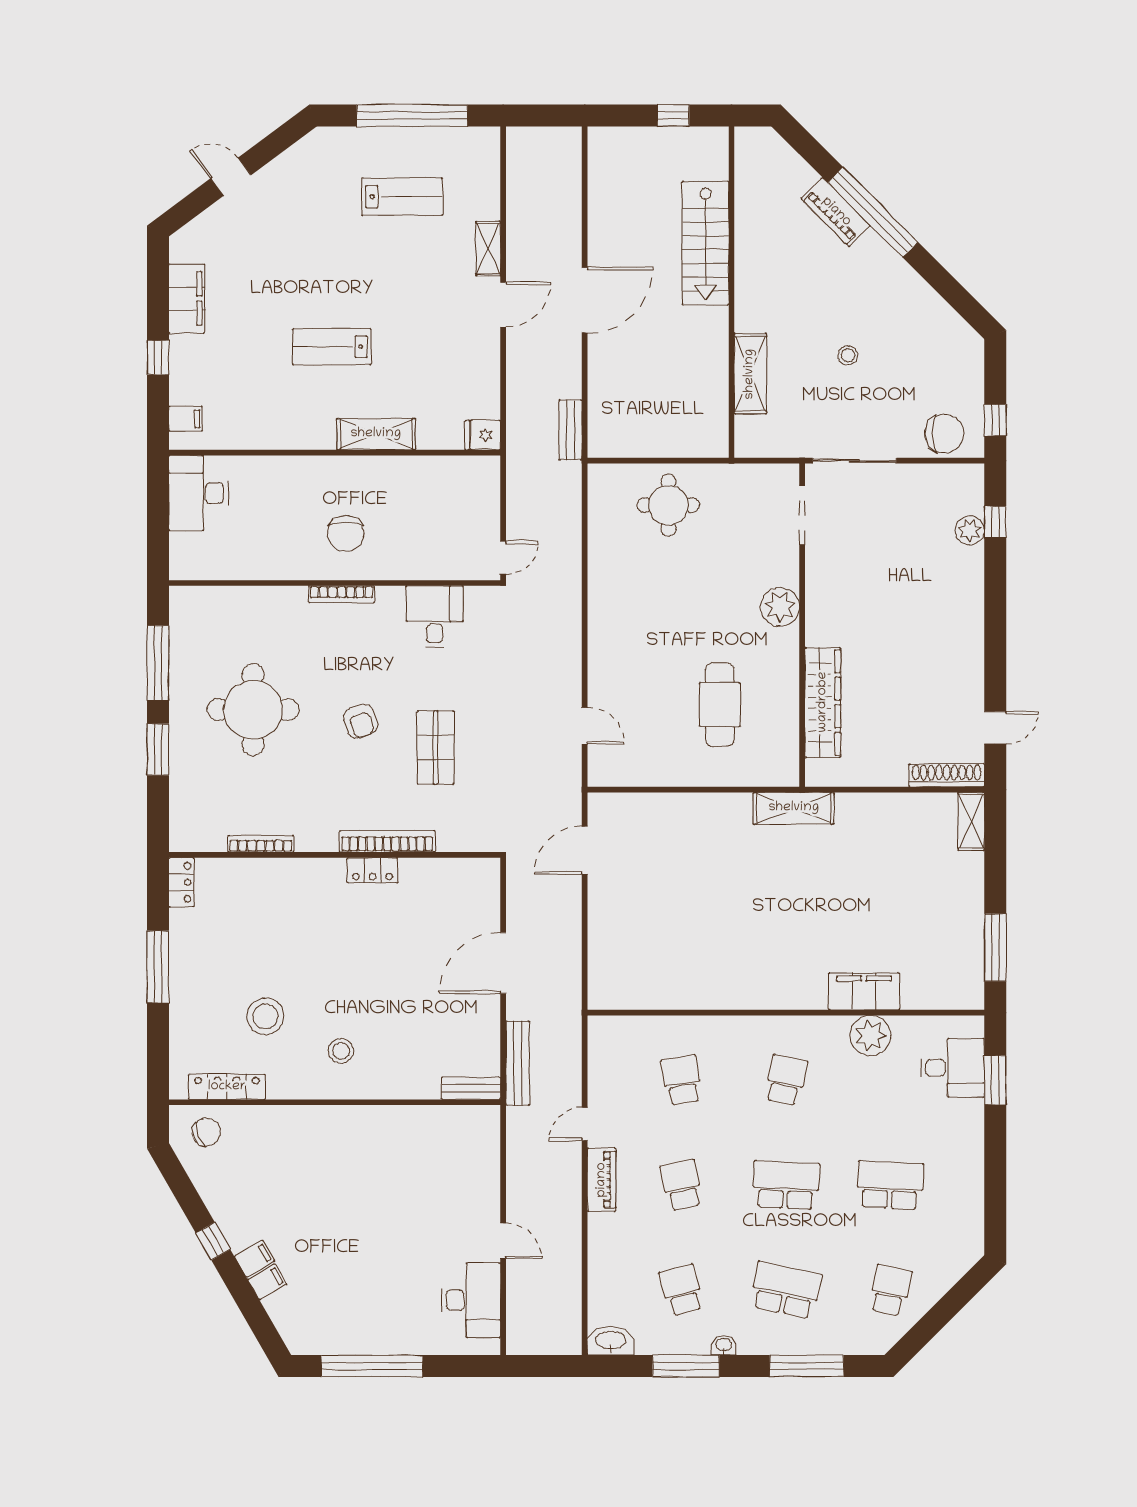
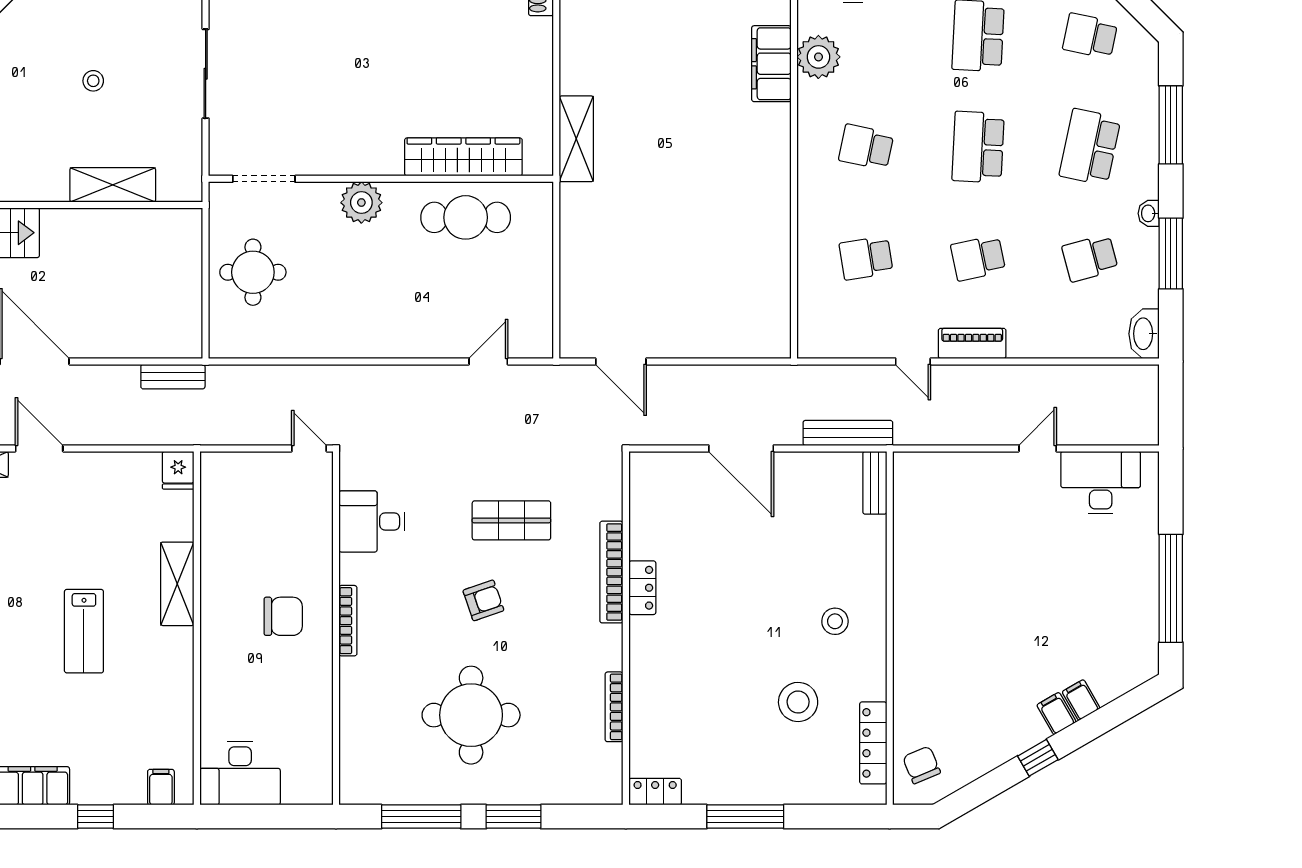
doorway: (802, 515) -> (264, 179), moved
plant: (780, 607) -> (361, 203), moved
wall: (802, 625) -> (381, 179), moved
wardrobe: (823, 702) -> (463, 157), moved

